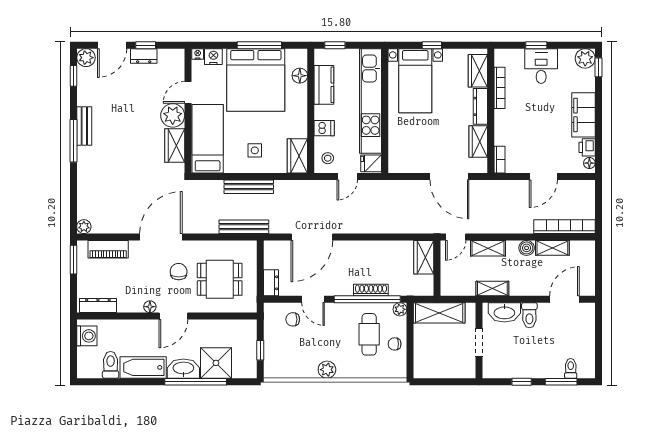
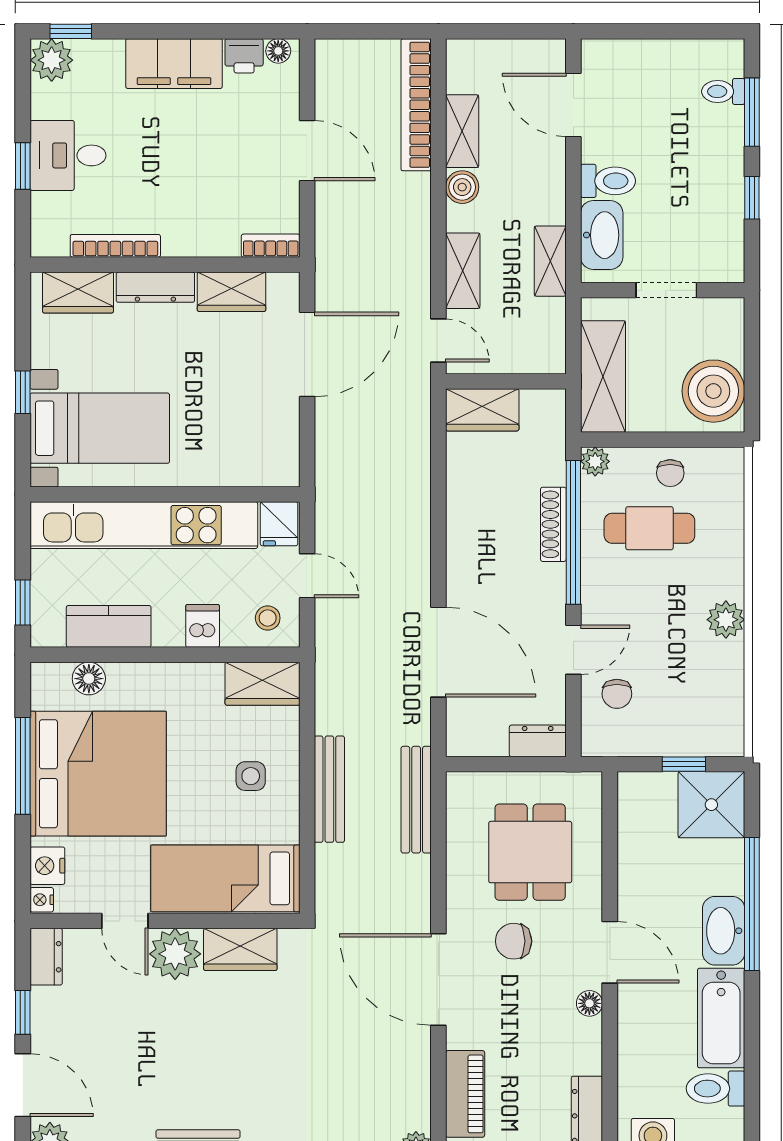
dresser: (144, 56) -> (46, 957), moved
shower: (216, 363) -> (711, 805), moved
boiler: (432, 364) -> (713, 391), added

